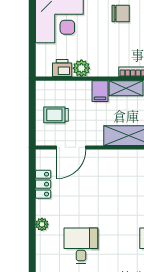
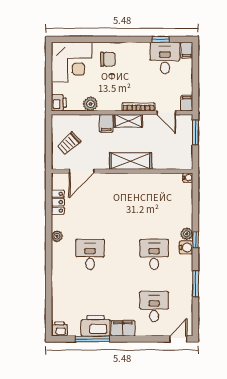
chair: (121, 14) -> (108, 59), moved
printer: (62, 68) -> (59, 103), moved, turned 90
trolley: (56, 115) -> (69, 143), turned -42

